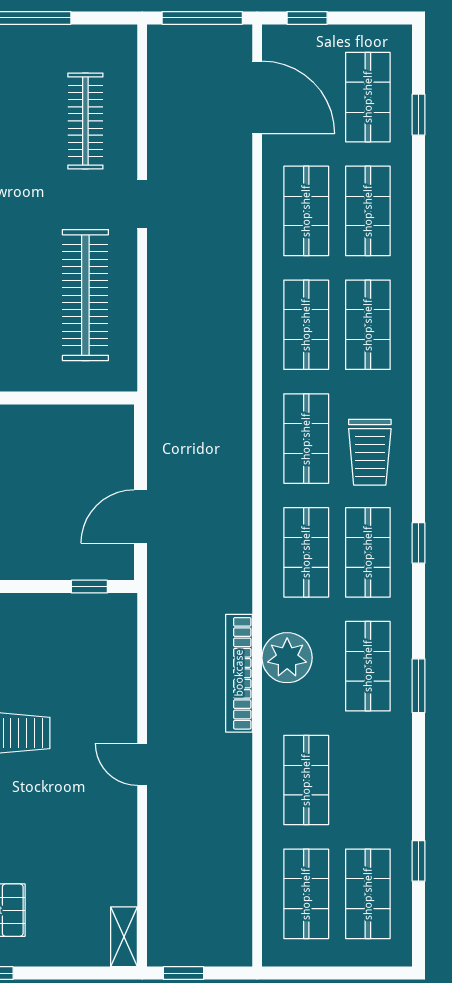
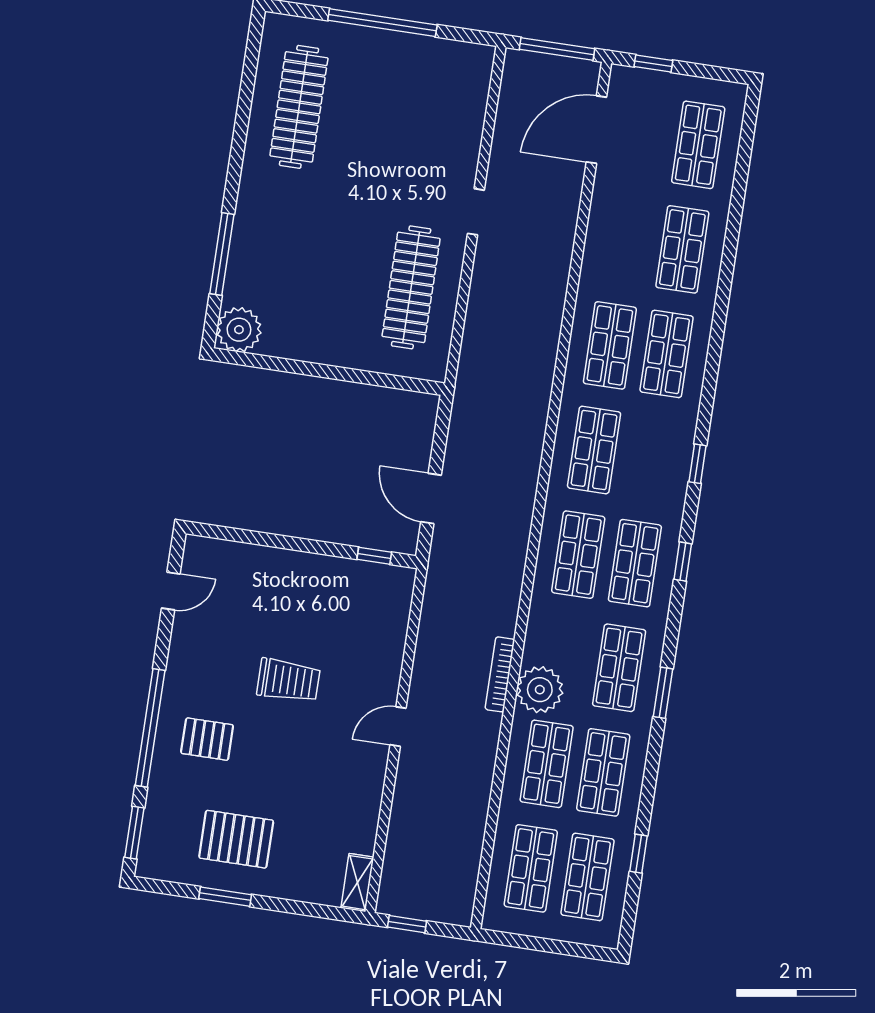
door: (257, 97) -> (596, 130), swing flipped
window: (418, 115) -> (698, 464), moved
clothes rail: (85, 121) -> (435, 127), removed
shop shelf: (306, 211) -> (603, 772), moved
trolley: (370, 452) -> (651, 471), removed
door: (141, 516) -> (431, 499), hinge flipped
plant: (287, 658) -> (540, 690), moved
bookcase: (239, 673) -> (500, 674), width x0.68, depth x0.76
door: (142, 764) -> (398, 727), hinge flipped

